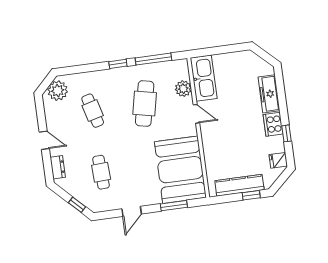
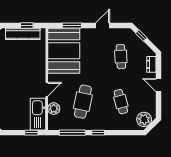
window: (209, 52) -> (31, 133), added
door: (196, 114) -> (47, 89), swing flipped
window: (251, 195) -> (27, 25), moved

